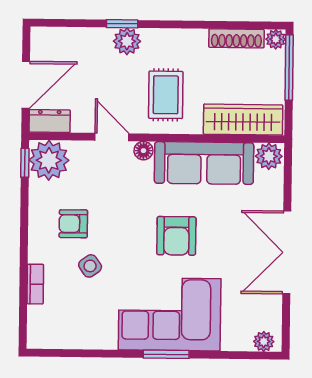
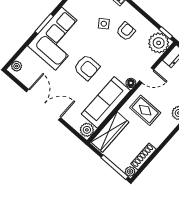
armchair: (176, 236) -> (87, 67), turned 180

